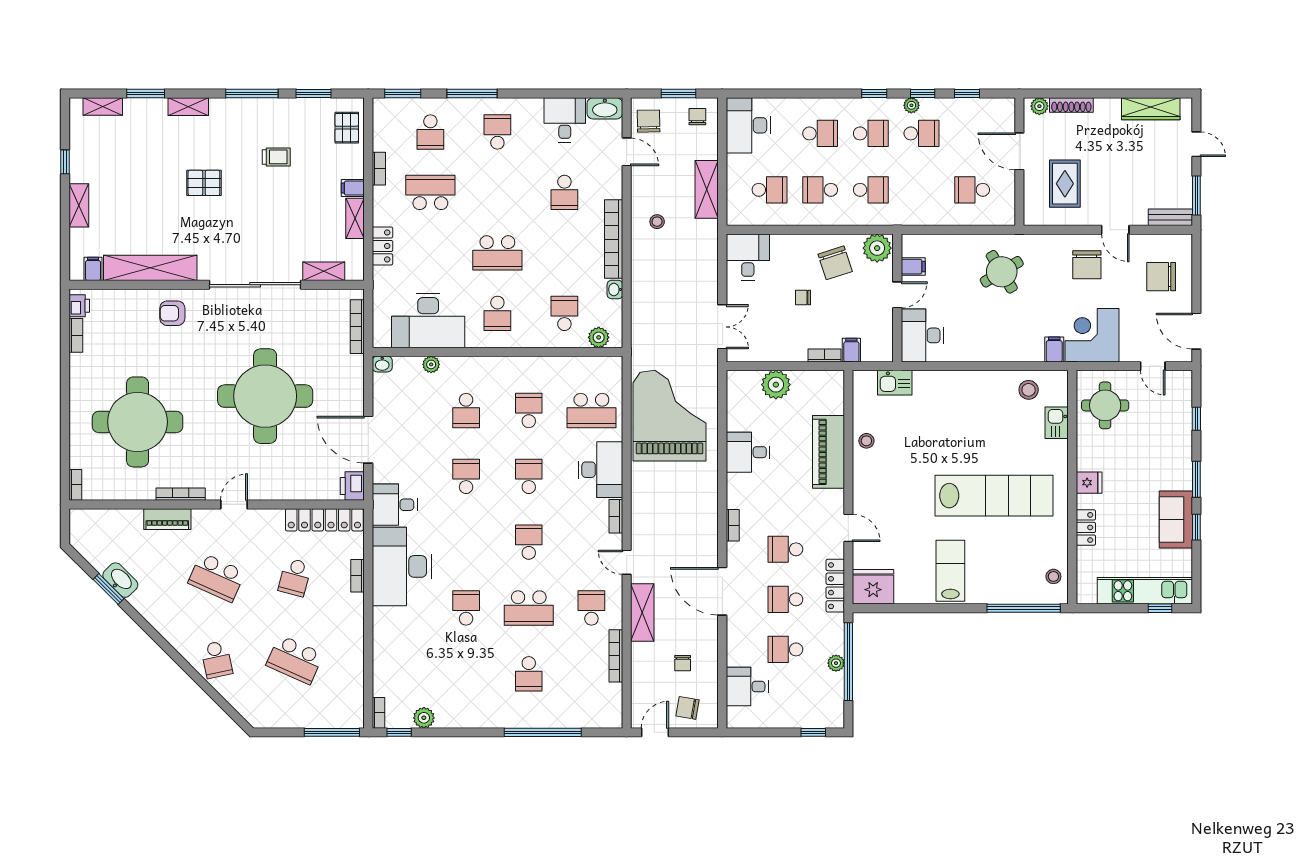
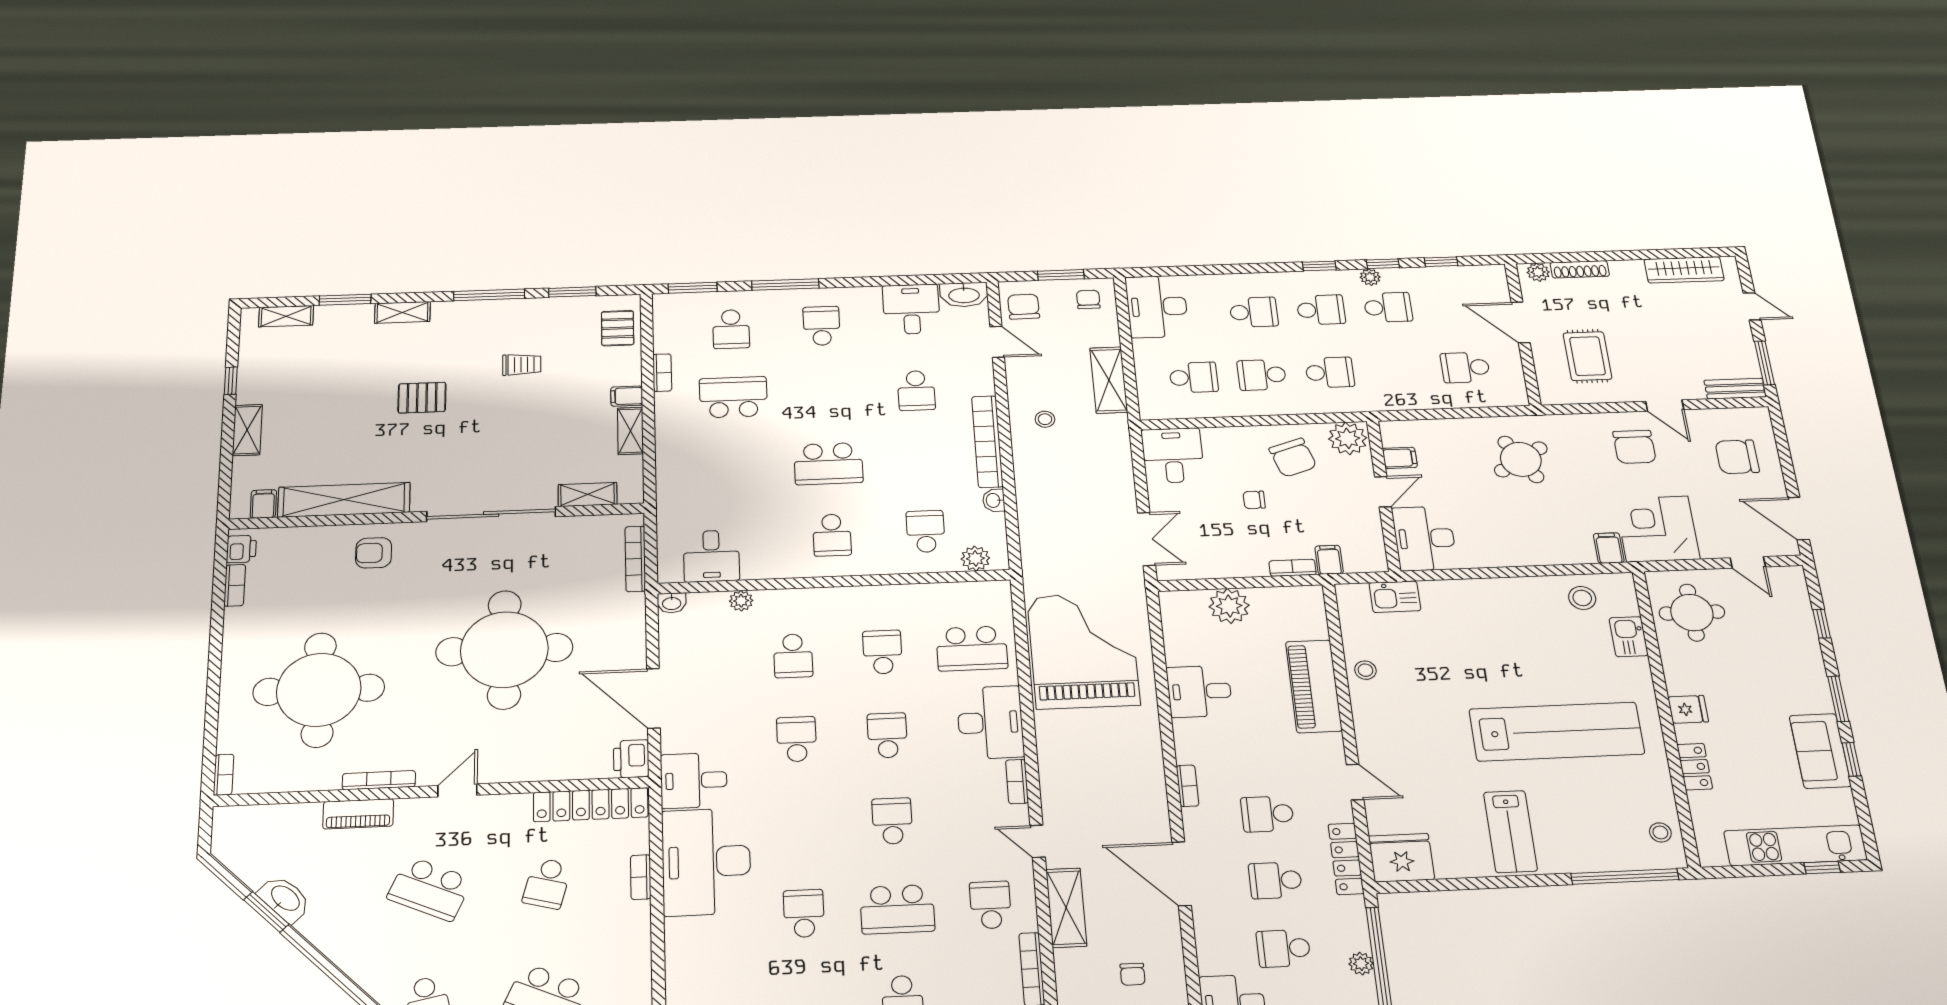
locker: (382, 246) -> (669, 462), removed
desk: (428, 320) -> (711, 556), width x0.53, depth x0.77
lab bench: (950, 571) -> (1510, 831), turned 180

